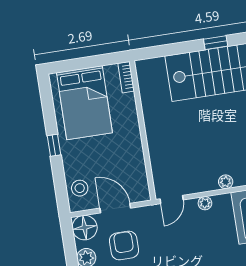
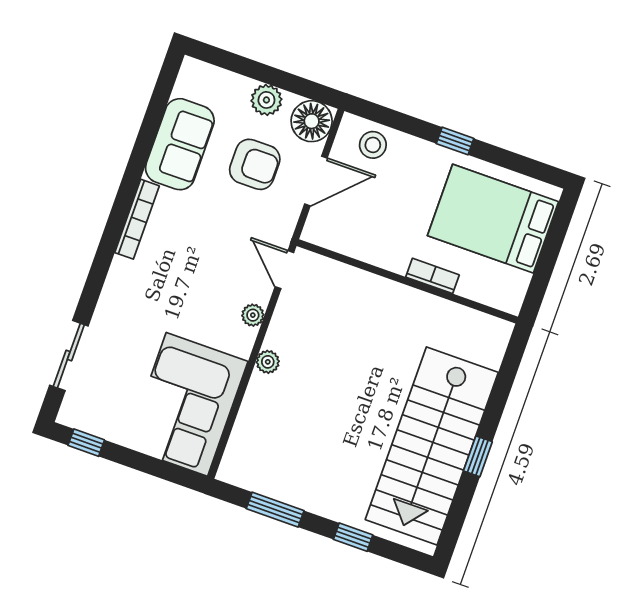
bookcase: (126, 77) -> (432, 276), moved

